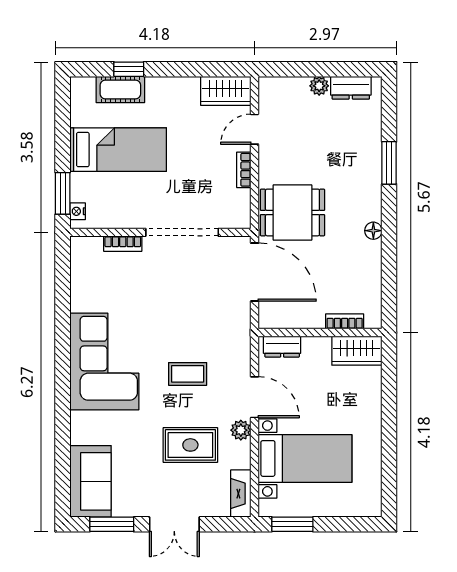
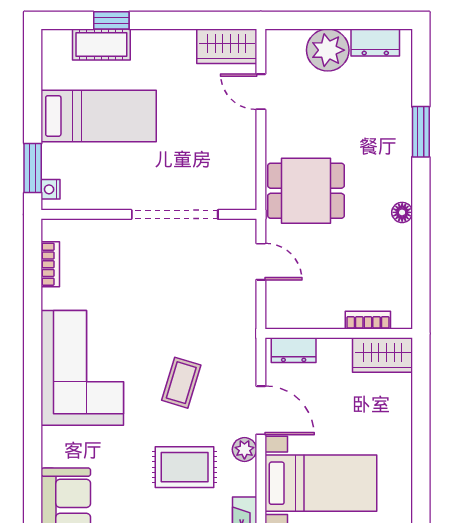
plant: (319, 86) -> (328, 50), width x1.88, depth x1.88
door: (254, 129) -> (261, 92), hinge flipped
bookcase: (244, 170) -> (248, 140), removed
bookcase: (123, 244) -> (50, 264), moved, turned -90
door: (254, 272) -> (261, 262), width x0.53
coffee table: (188, 374) -> (181, 383), turned -73

